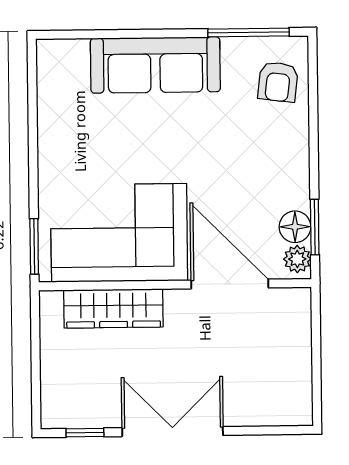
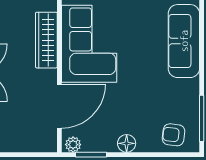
sofa: (155, 65) -> (184, 41), moved
floor lamp: (295, 227) -> (127, 143), moved

